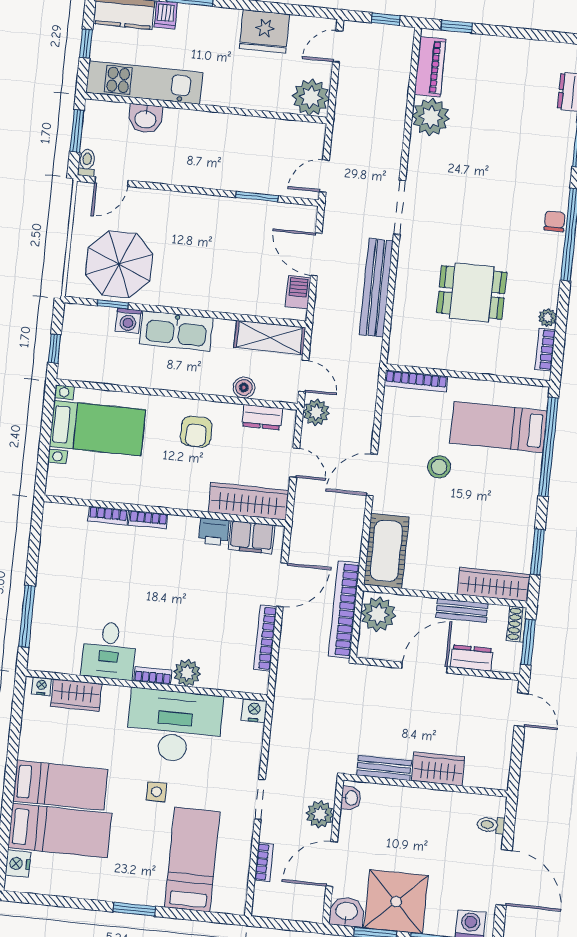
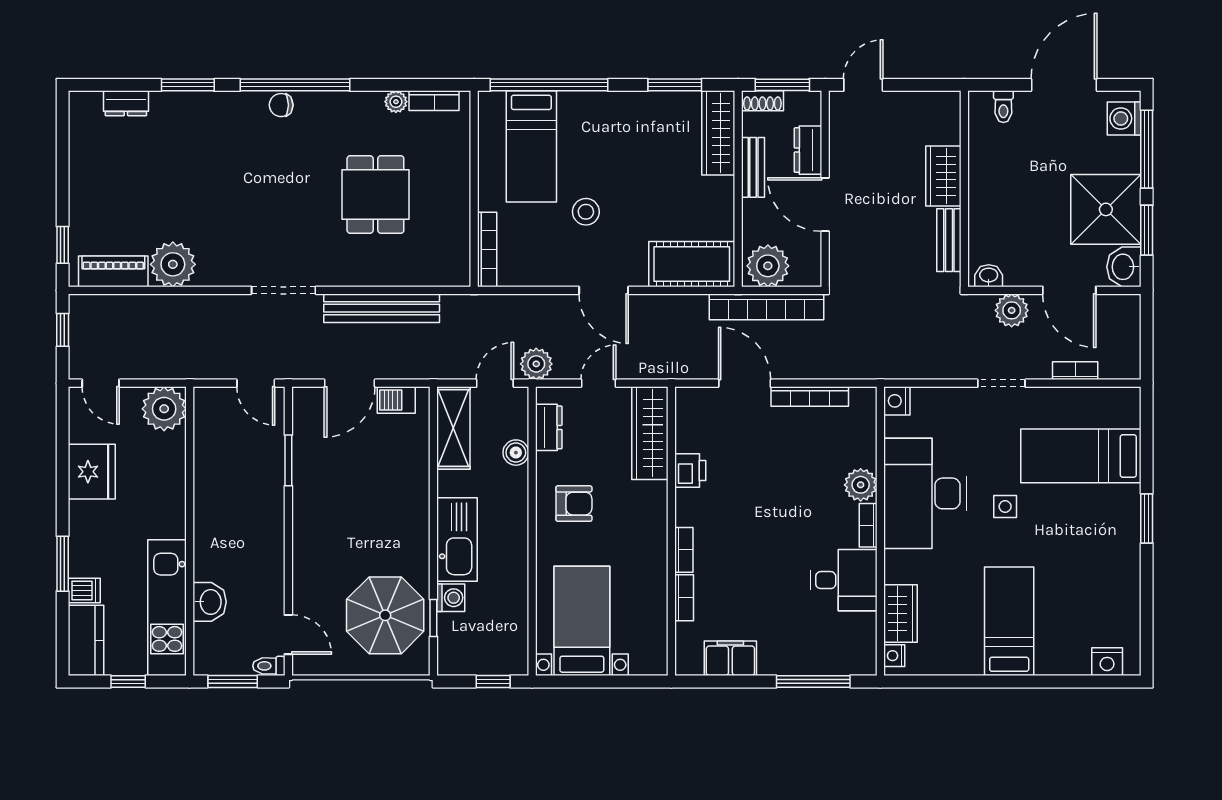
filing cabinet: (251, 537) -> (730, 658), moved, turned -90
bed: (60, 831) -> (1063, 616), removed

